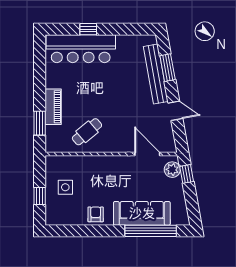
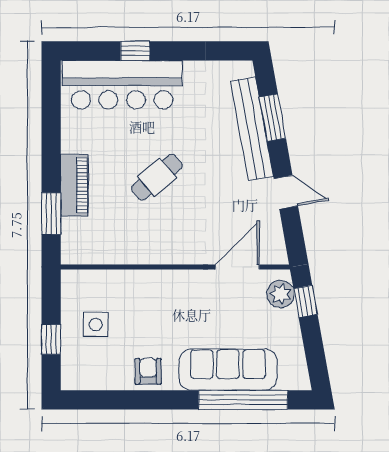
cafe table: (87, 132) -> (157, 177), moved
door: (147, 154) -> (237, 267), hinge flipped

